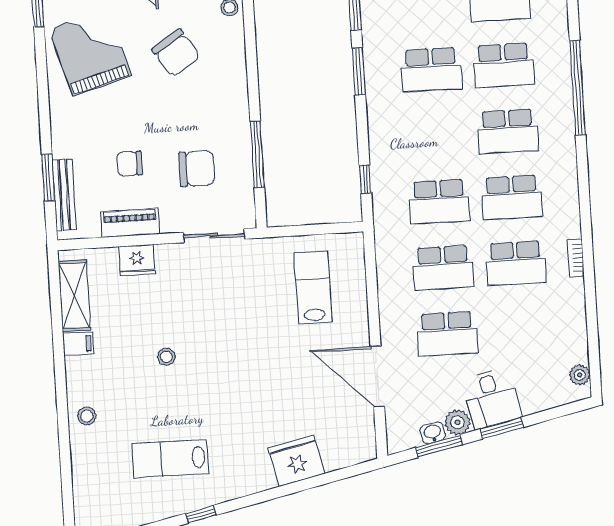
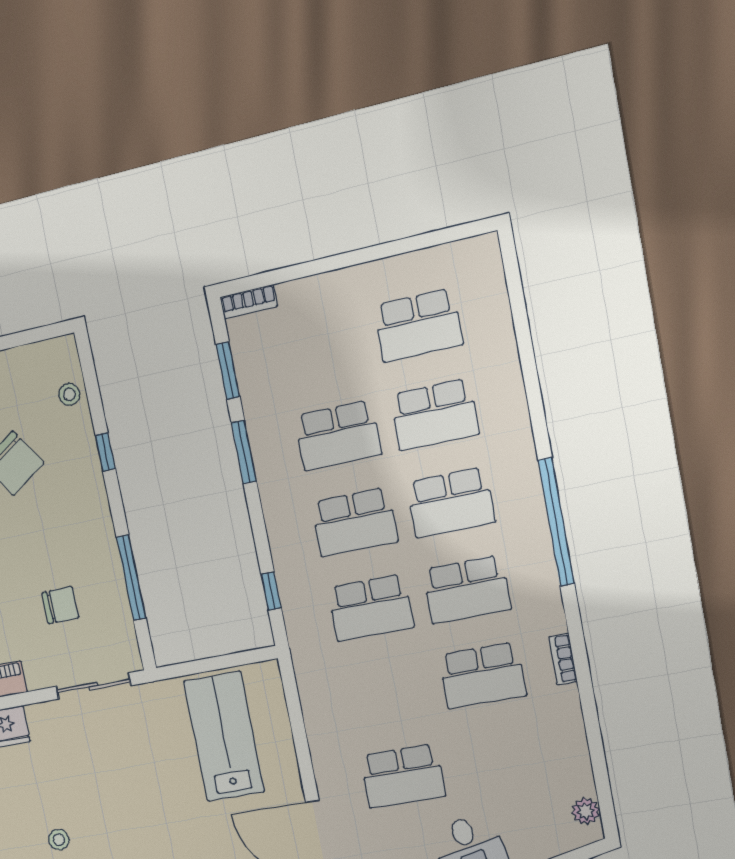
window: (251, 55) -> (105, 452), added
window: (578, 88) -> (556, 522), moved
chair: (197, 169) -> (60, 605), width x0.73, depth x0.73
school desk: (443, 268) -> (354, 522), moved
lab bench: (313, 288) -> (224, 737), width x1.36, depth x1.39

